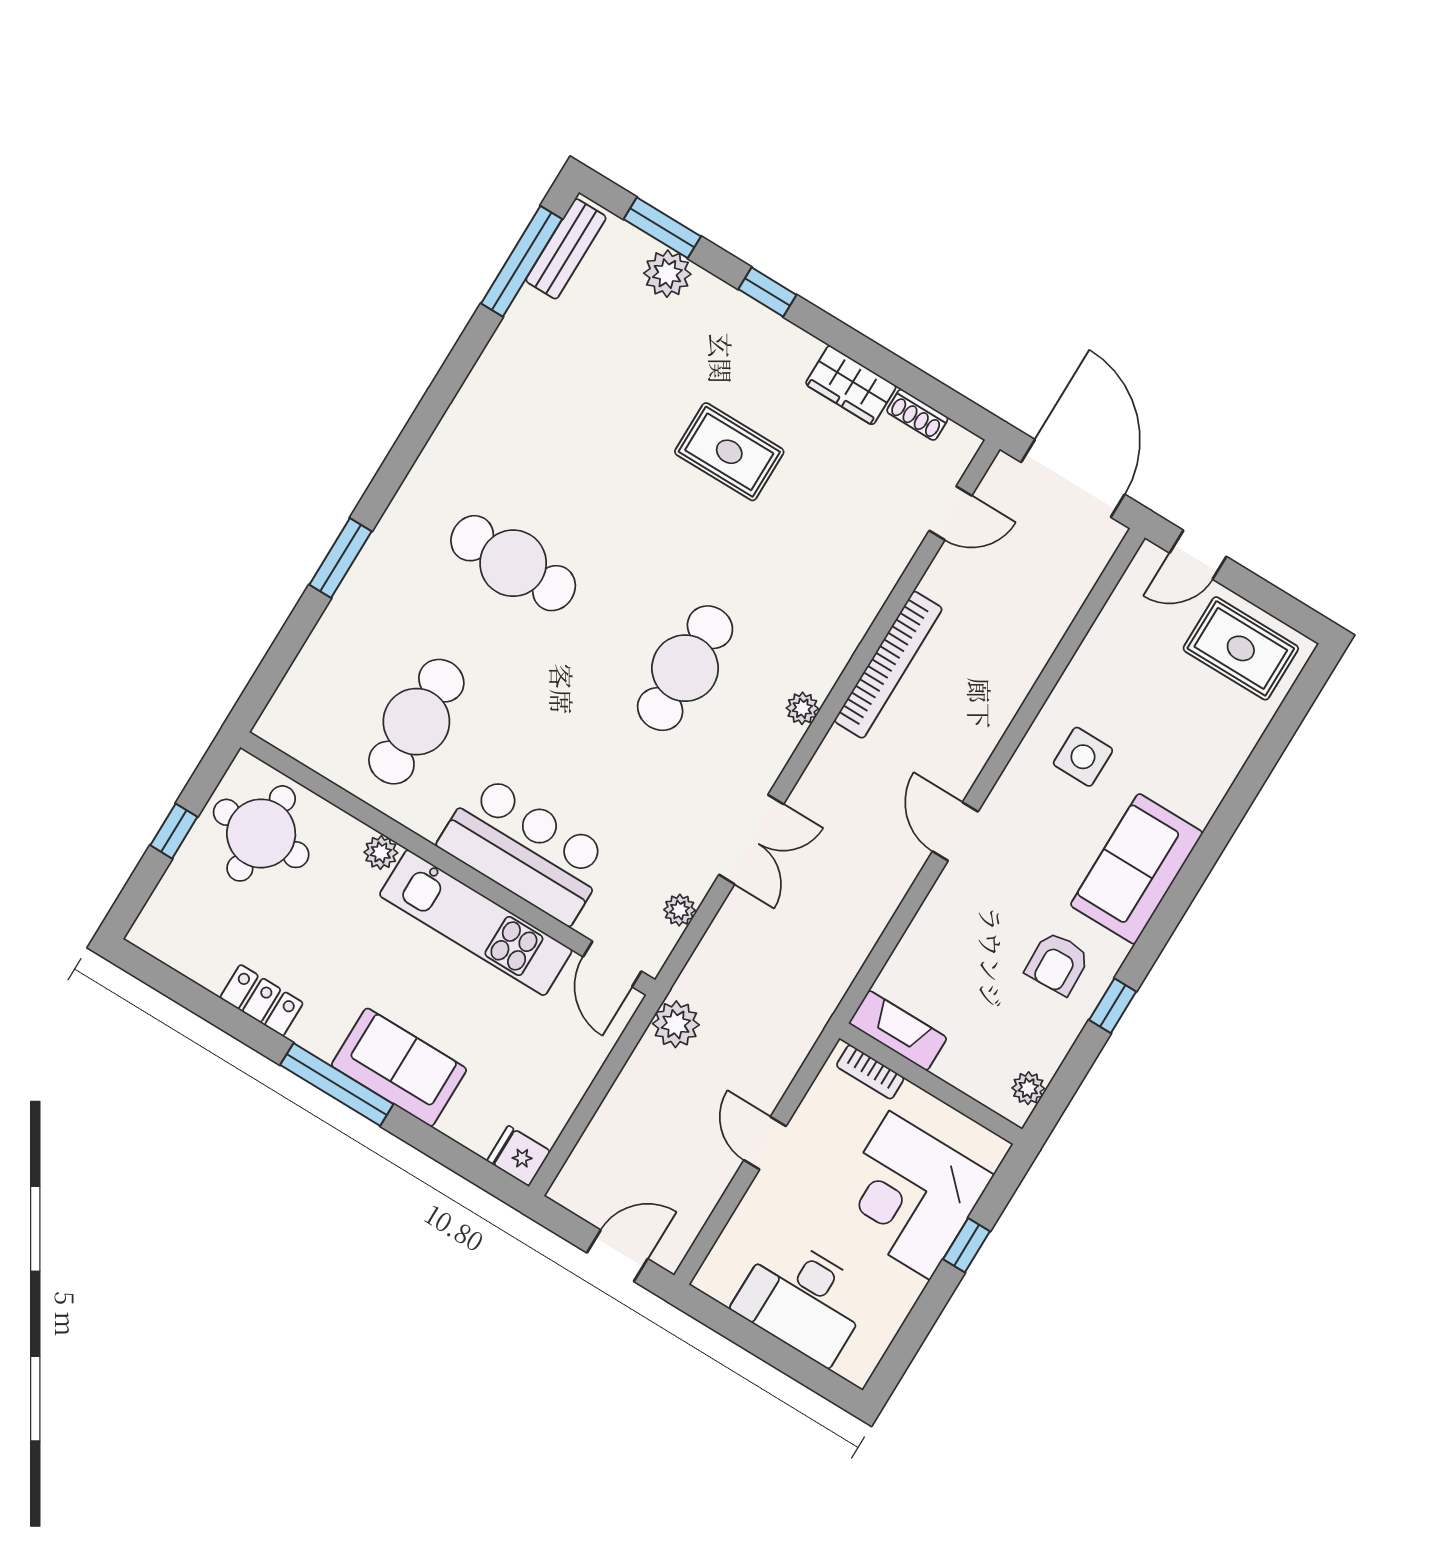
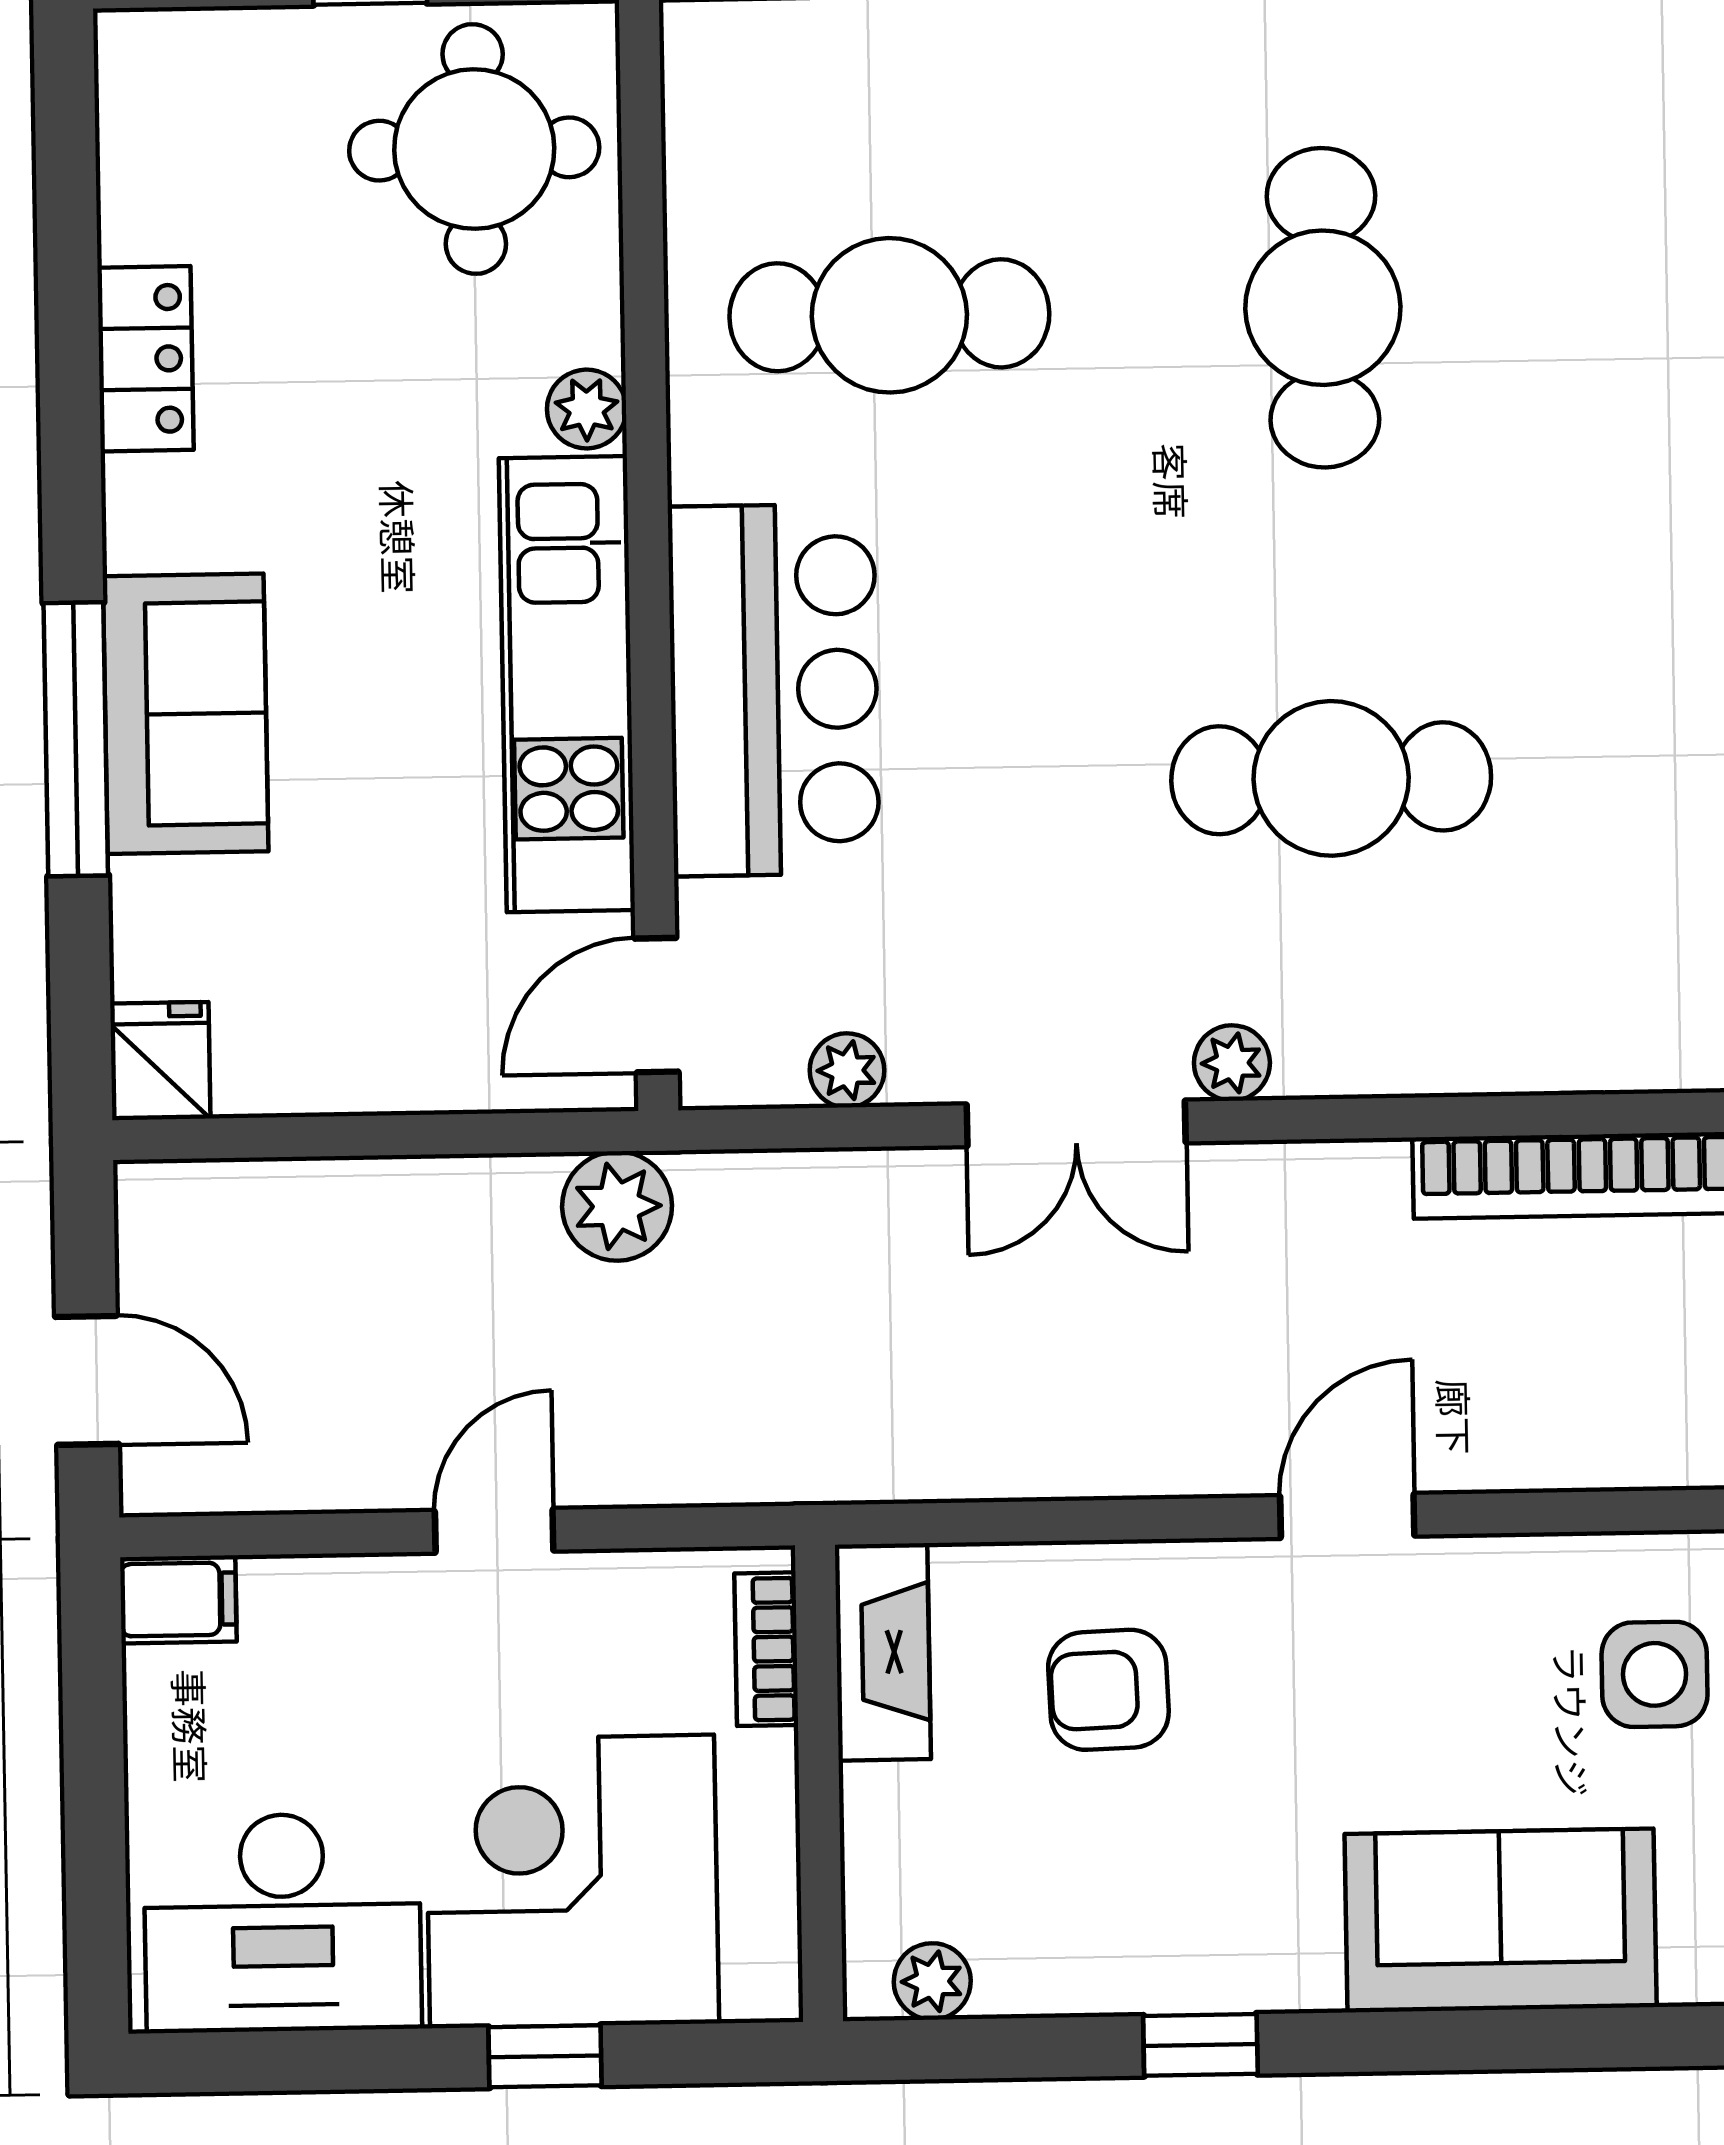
plant: (802, 708) -> (1232, 1063), moved
armchair: (1057, 963) -> (1108, 1690), moved
window: (337, 1085) -> (76, 739), moved
filing cabinet: (717, 1273) -> (178, 1599), added
desk: (803, 1300) -> (283, 1923), moved, turned -90

